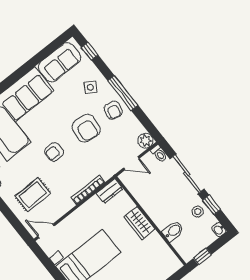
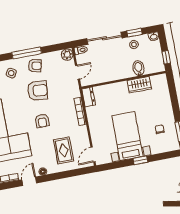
wardrobe: (139, 223) -> (139, 85), moved

